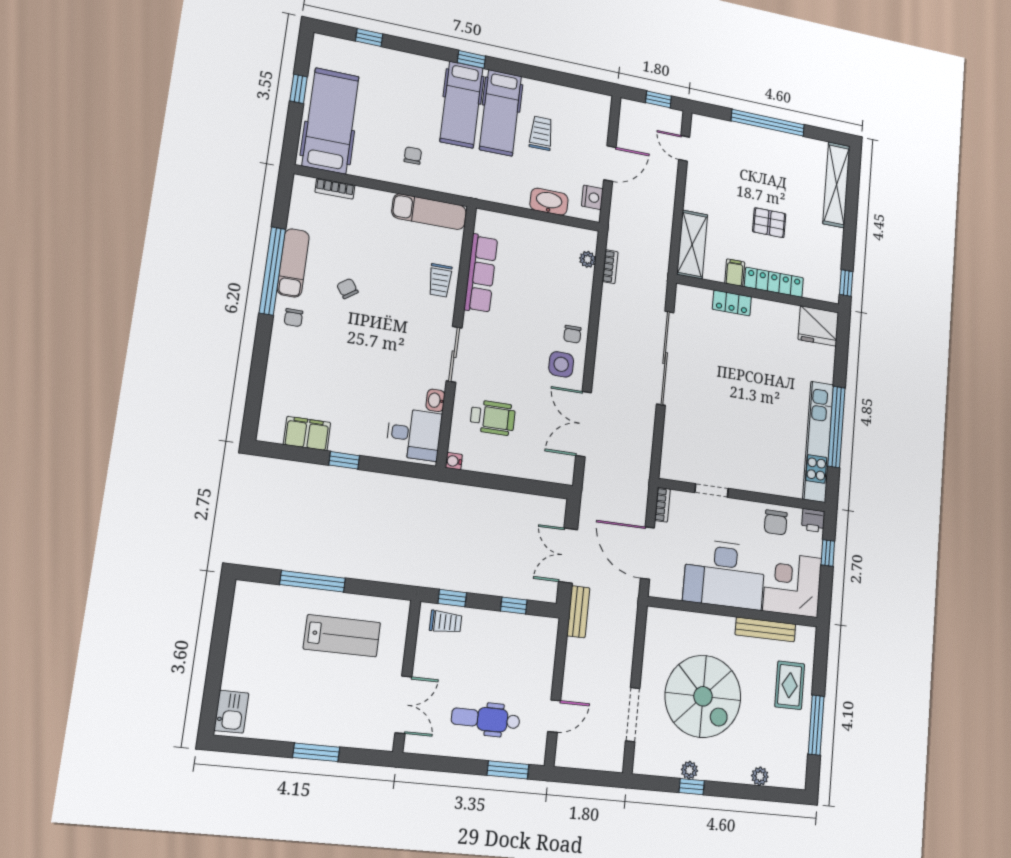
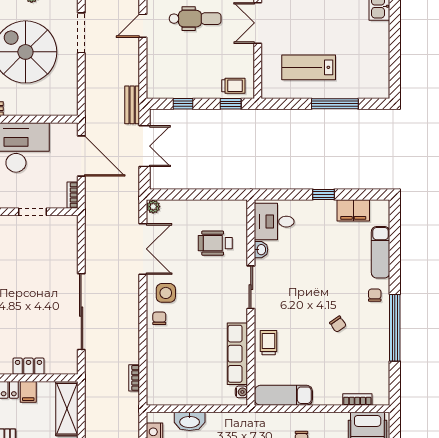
plant: (588, 259) -> (153, 207), moved
exam couch: (293, 263) -> (381, 252), moved
water cooler: (454, 461) -> (241, 392), moved
trolley: (446, 622) -> (233, 86), turned 180

